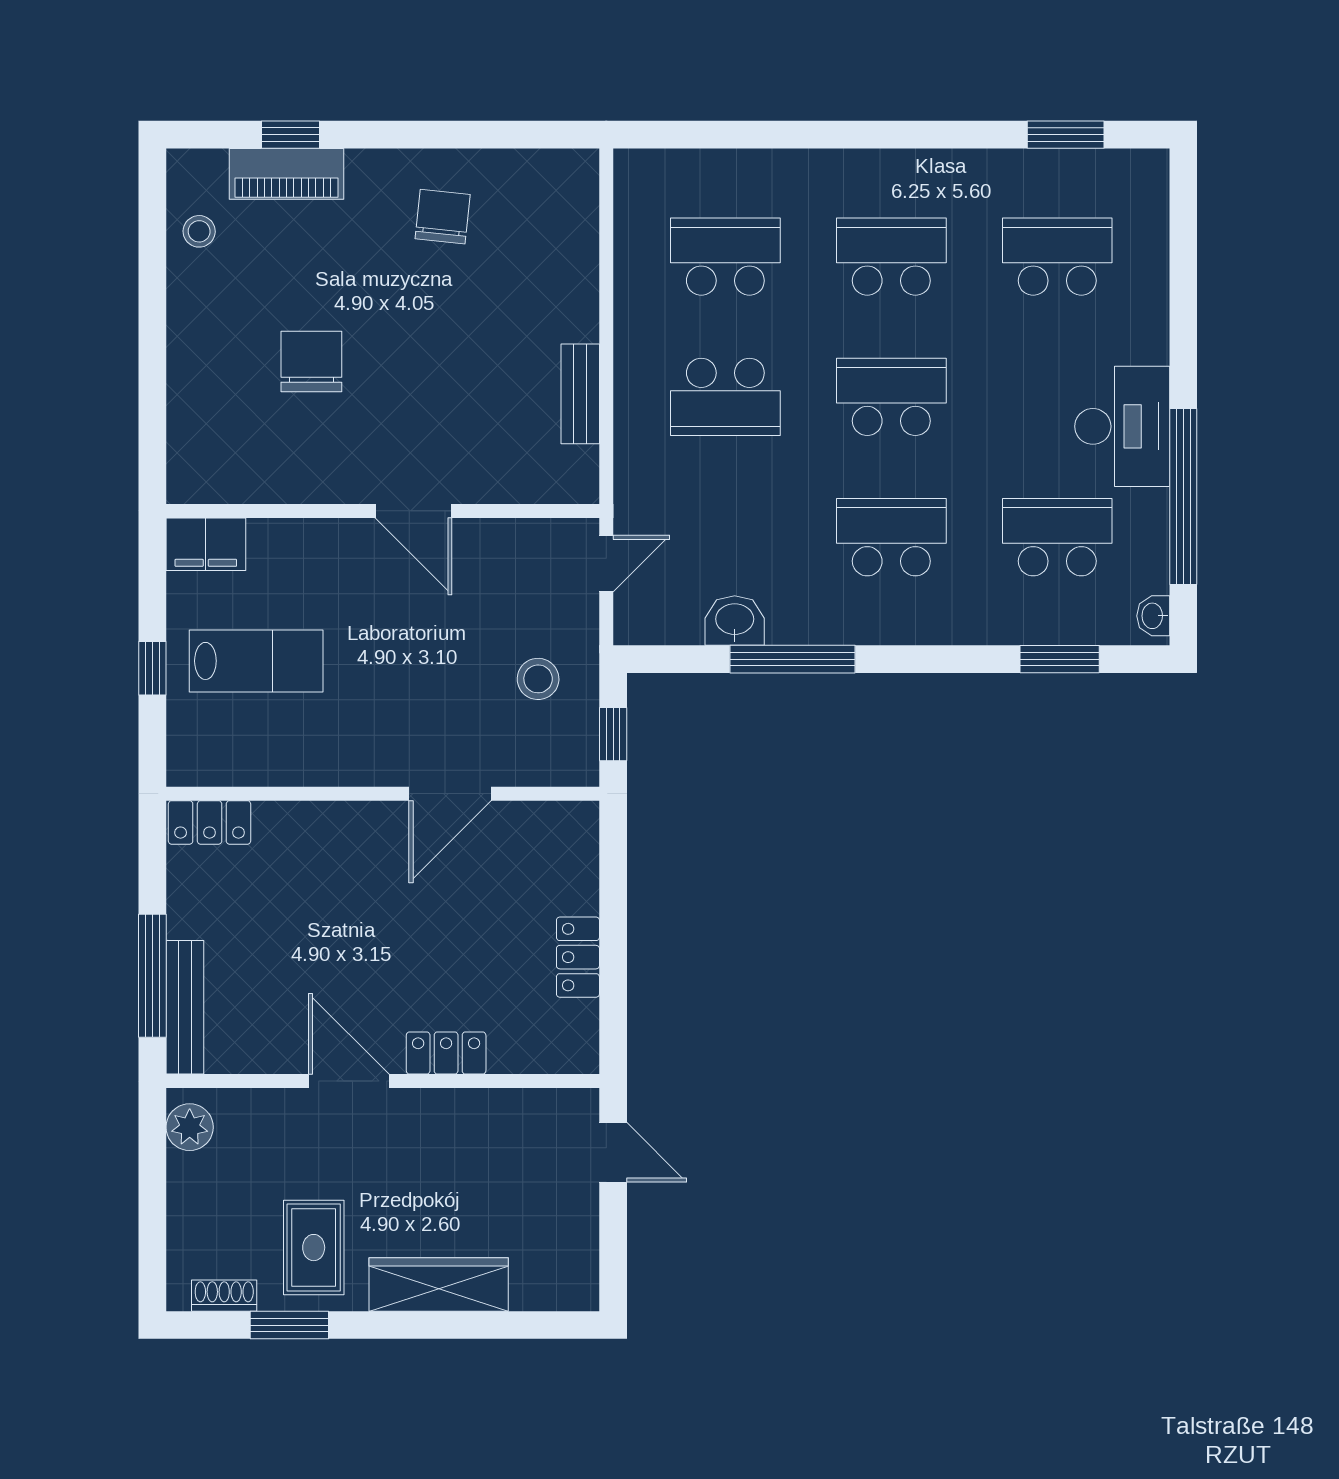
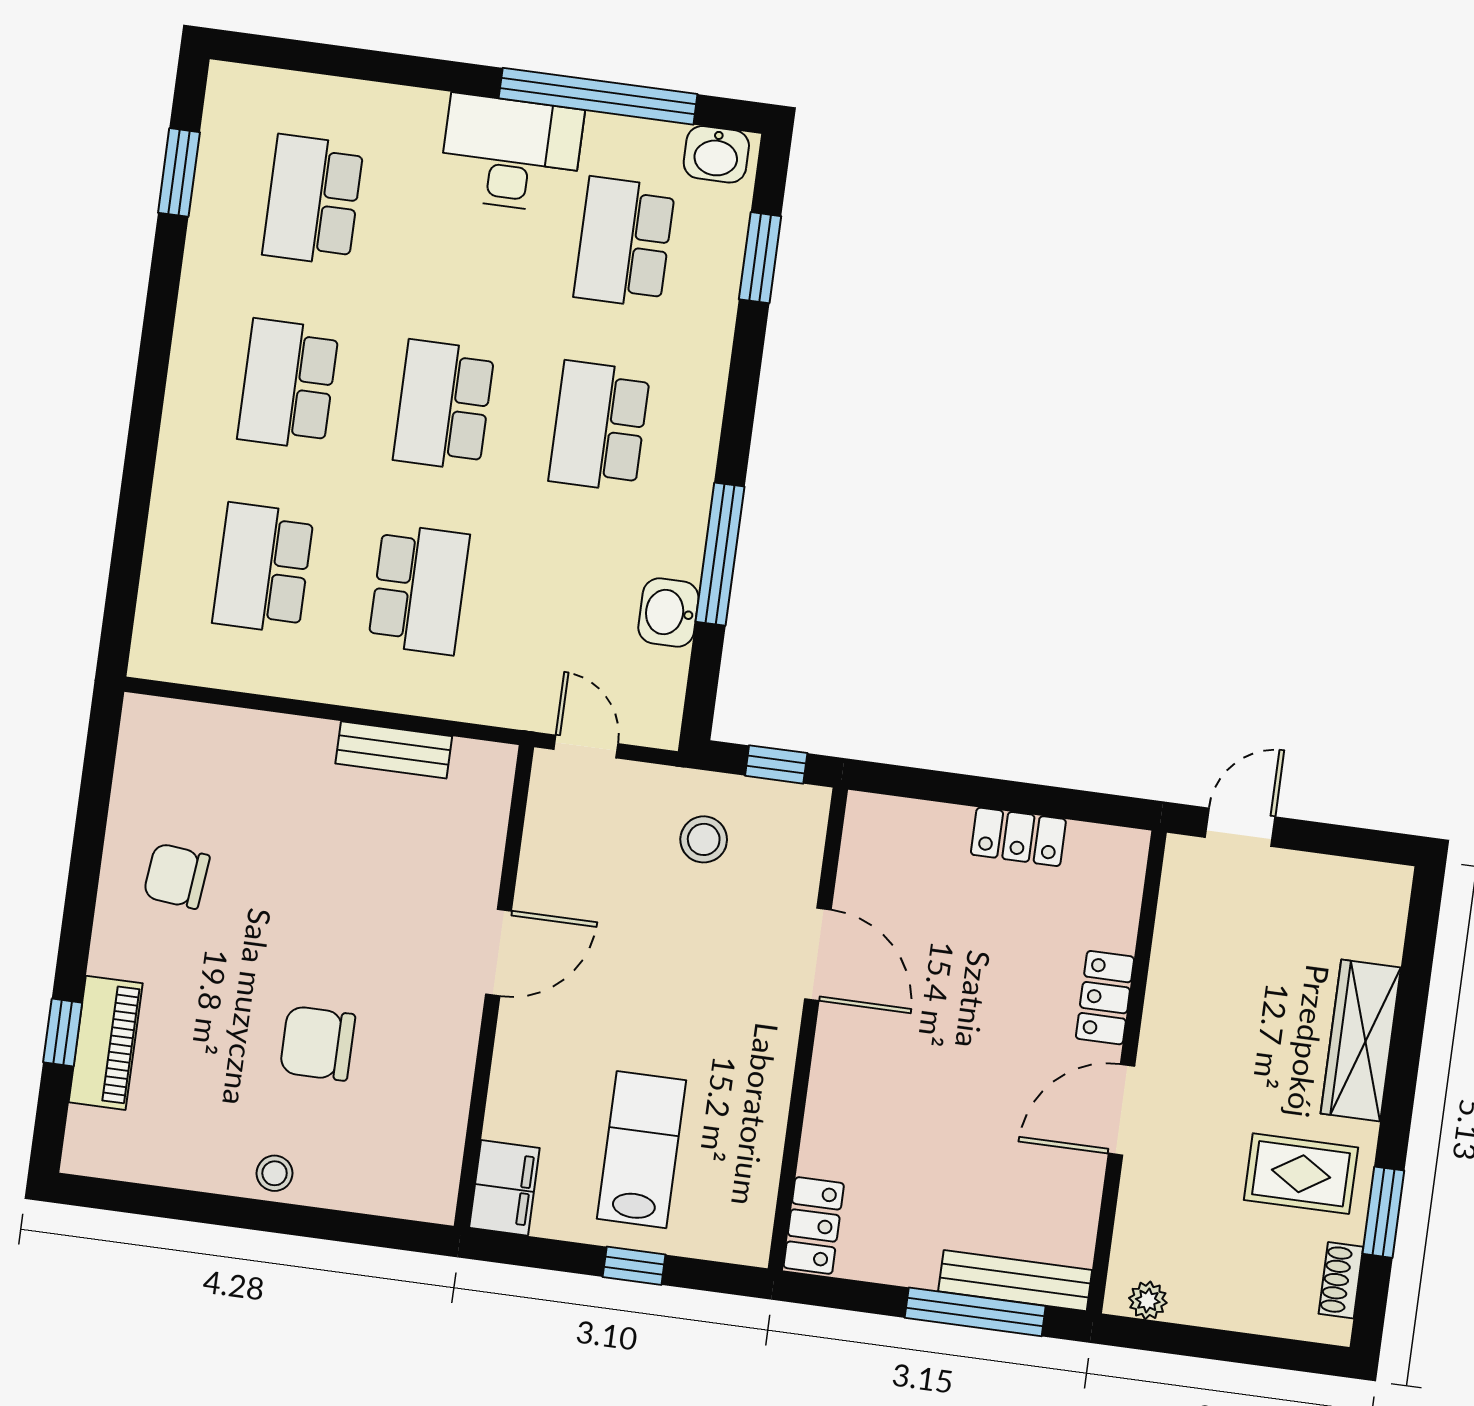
stool: (199, 231) -> (275, 1173), moved
washbasin: (1153, 616) -> (716, 154), width x1.38, depth x1.45
plant: (190, 1127) -> (1148, 1300), width x0.73, depth x0.73

